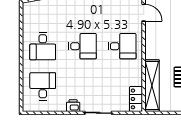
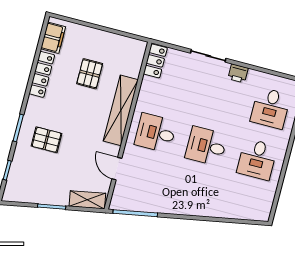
desk: (43, 46) -> (257, 159), turned 180
shelving: (152, 86) -> (121, 110), moved

